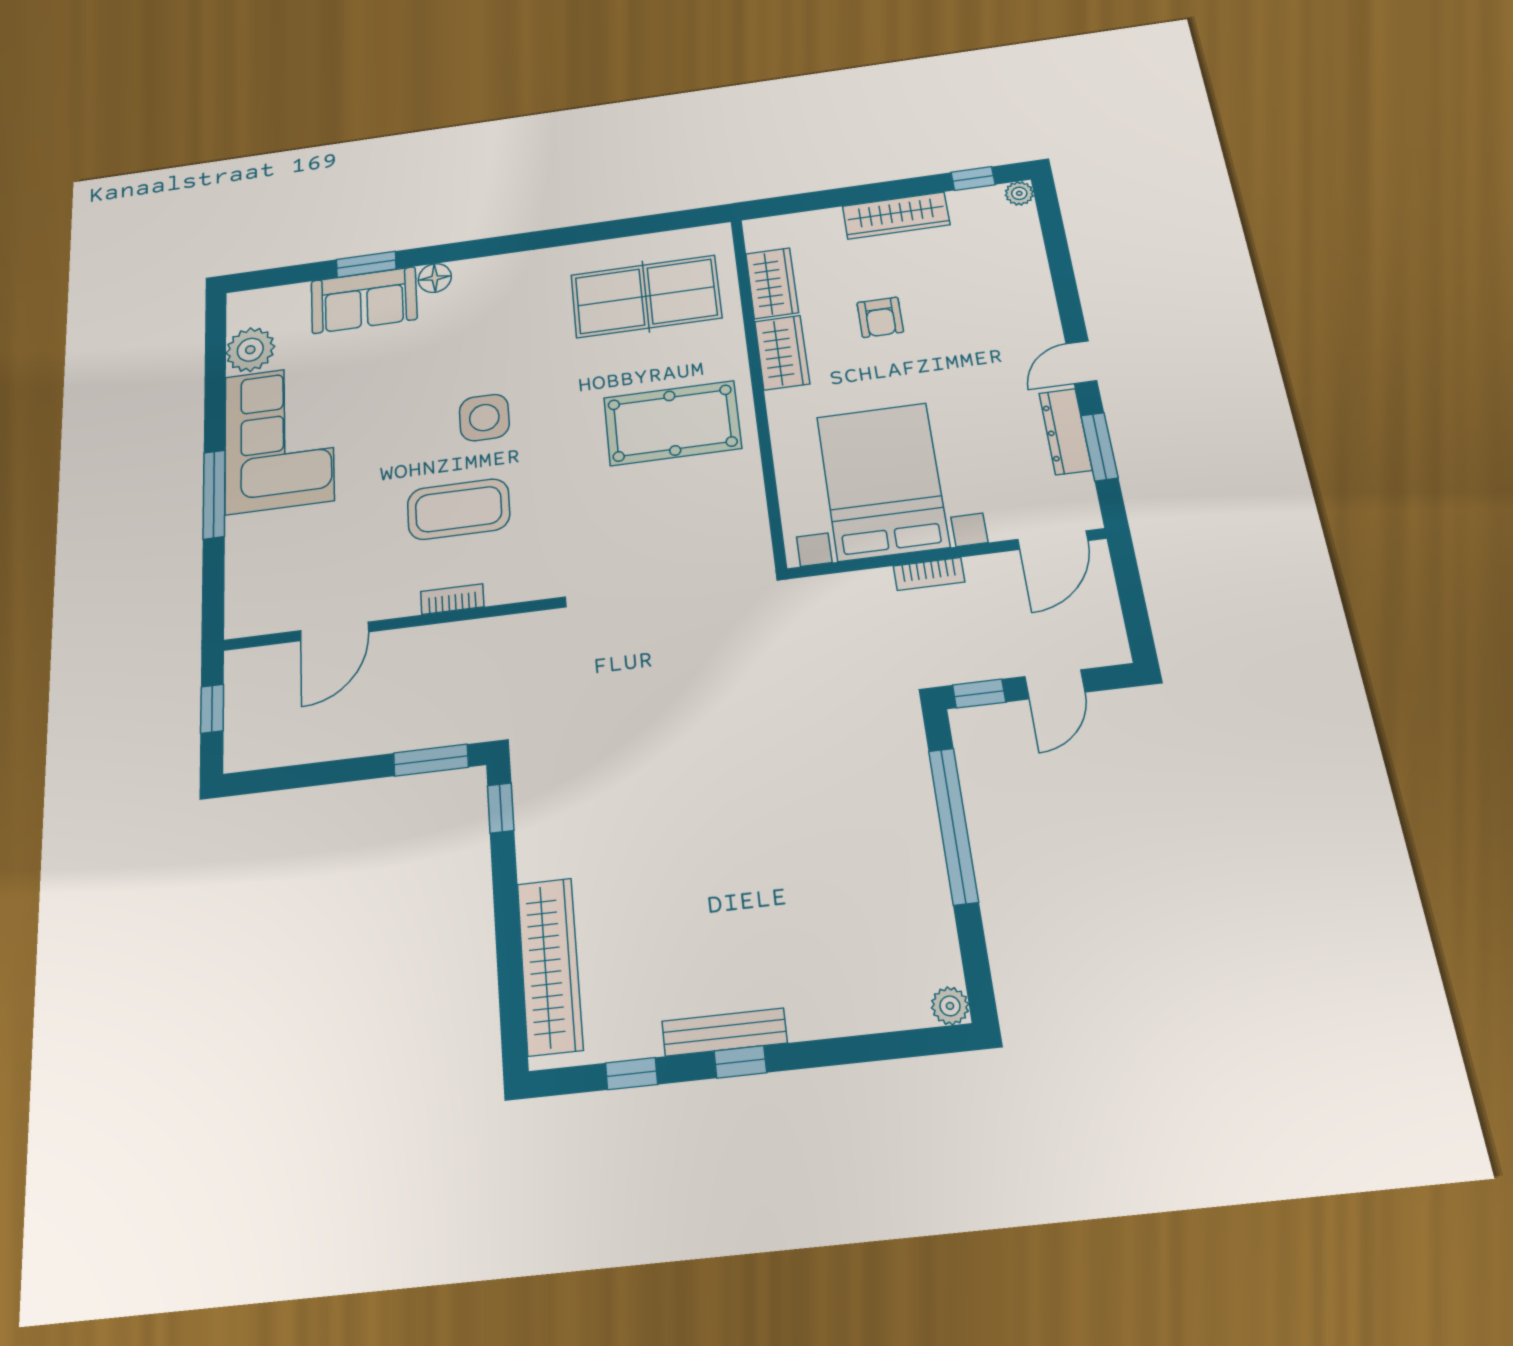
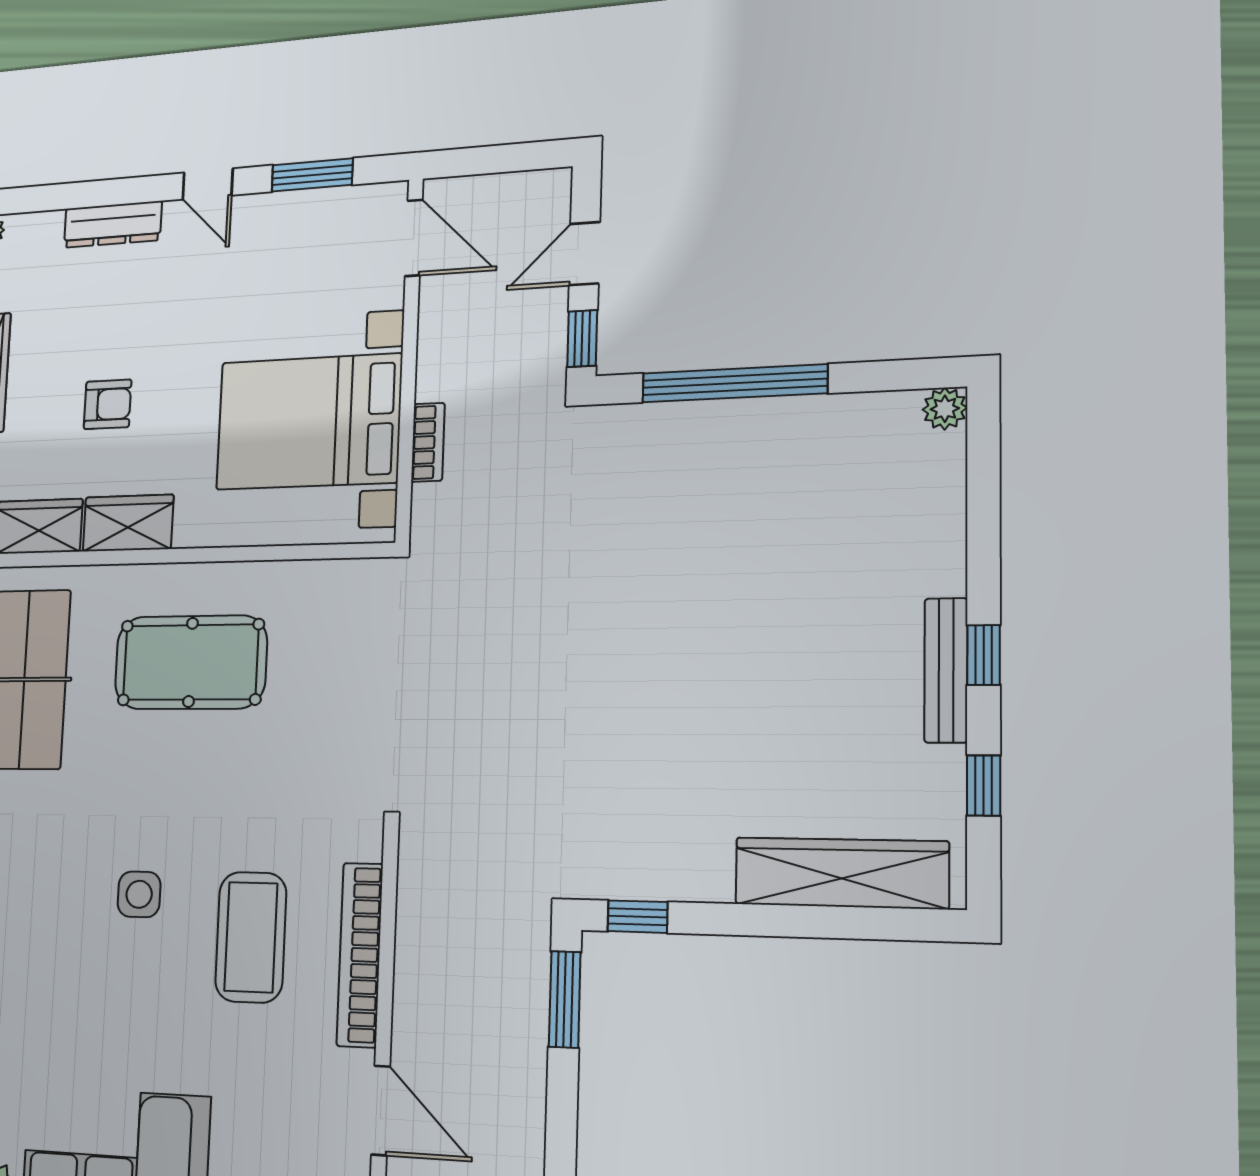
side table: (484, 418) -> (139, 894), width x0.73, depth x0.73
pool table: (672, 423) -> (190, 662), turned 90
dresser: (1065, 432) -> (113, 224), moved
bookcase: (929, 574) -> (428, 442), moved
bookcase: (452, 599) -> (360, 955), width x2.31, depth x1.31
door: (1055, 684) -> (584, 254), swing flipped

